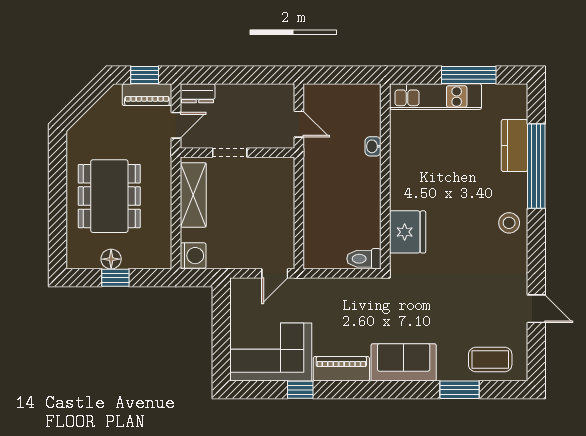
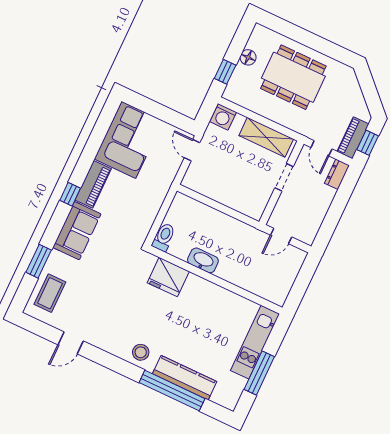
kitchen counter: (514, 145) -> (185, 378), width x1.50
washbasin: (373, 146) -> (203, 260), moved, width x1.91, depth x1.45
door: (275, 273) -> (192, 150), moved
window: (115, 278) -> (225, 72), moved
window: (300, 390) -> (70, 194), moved

